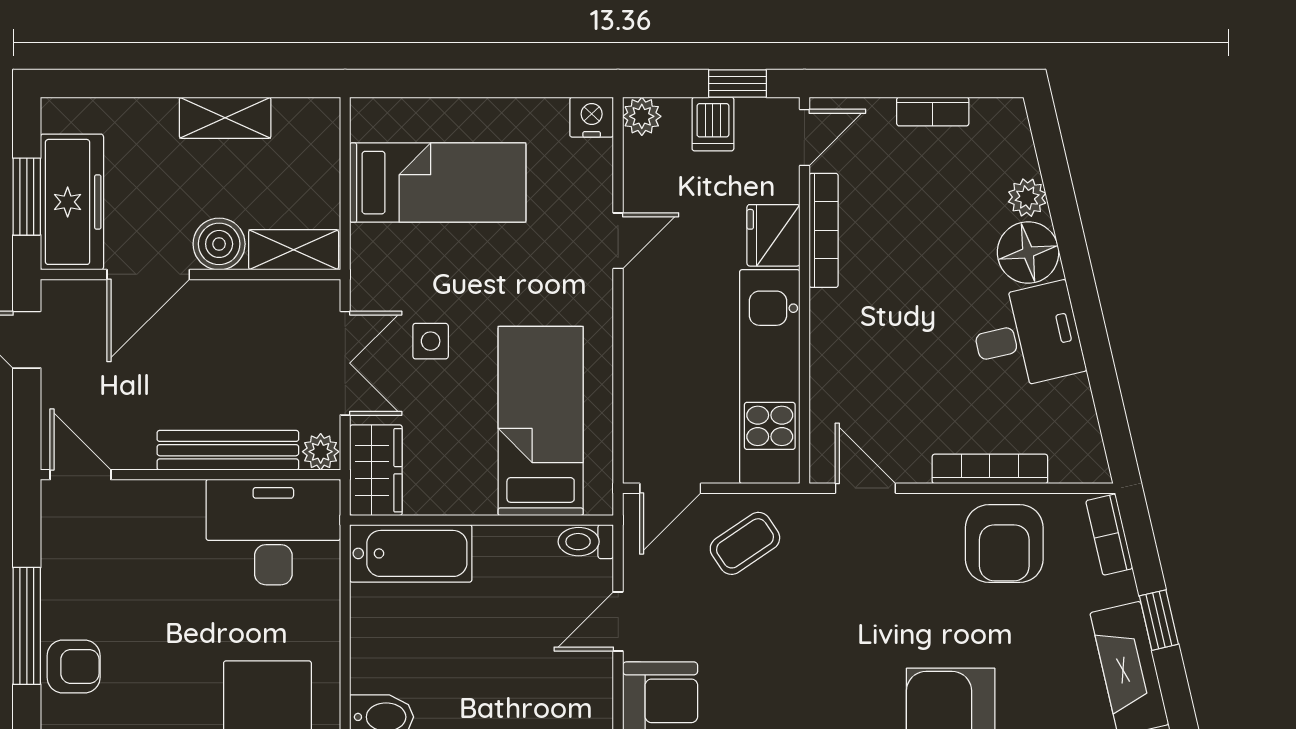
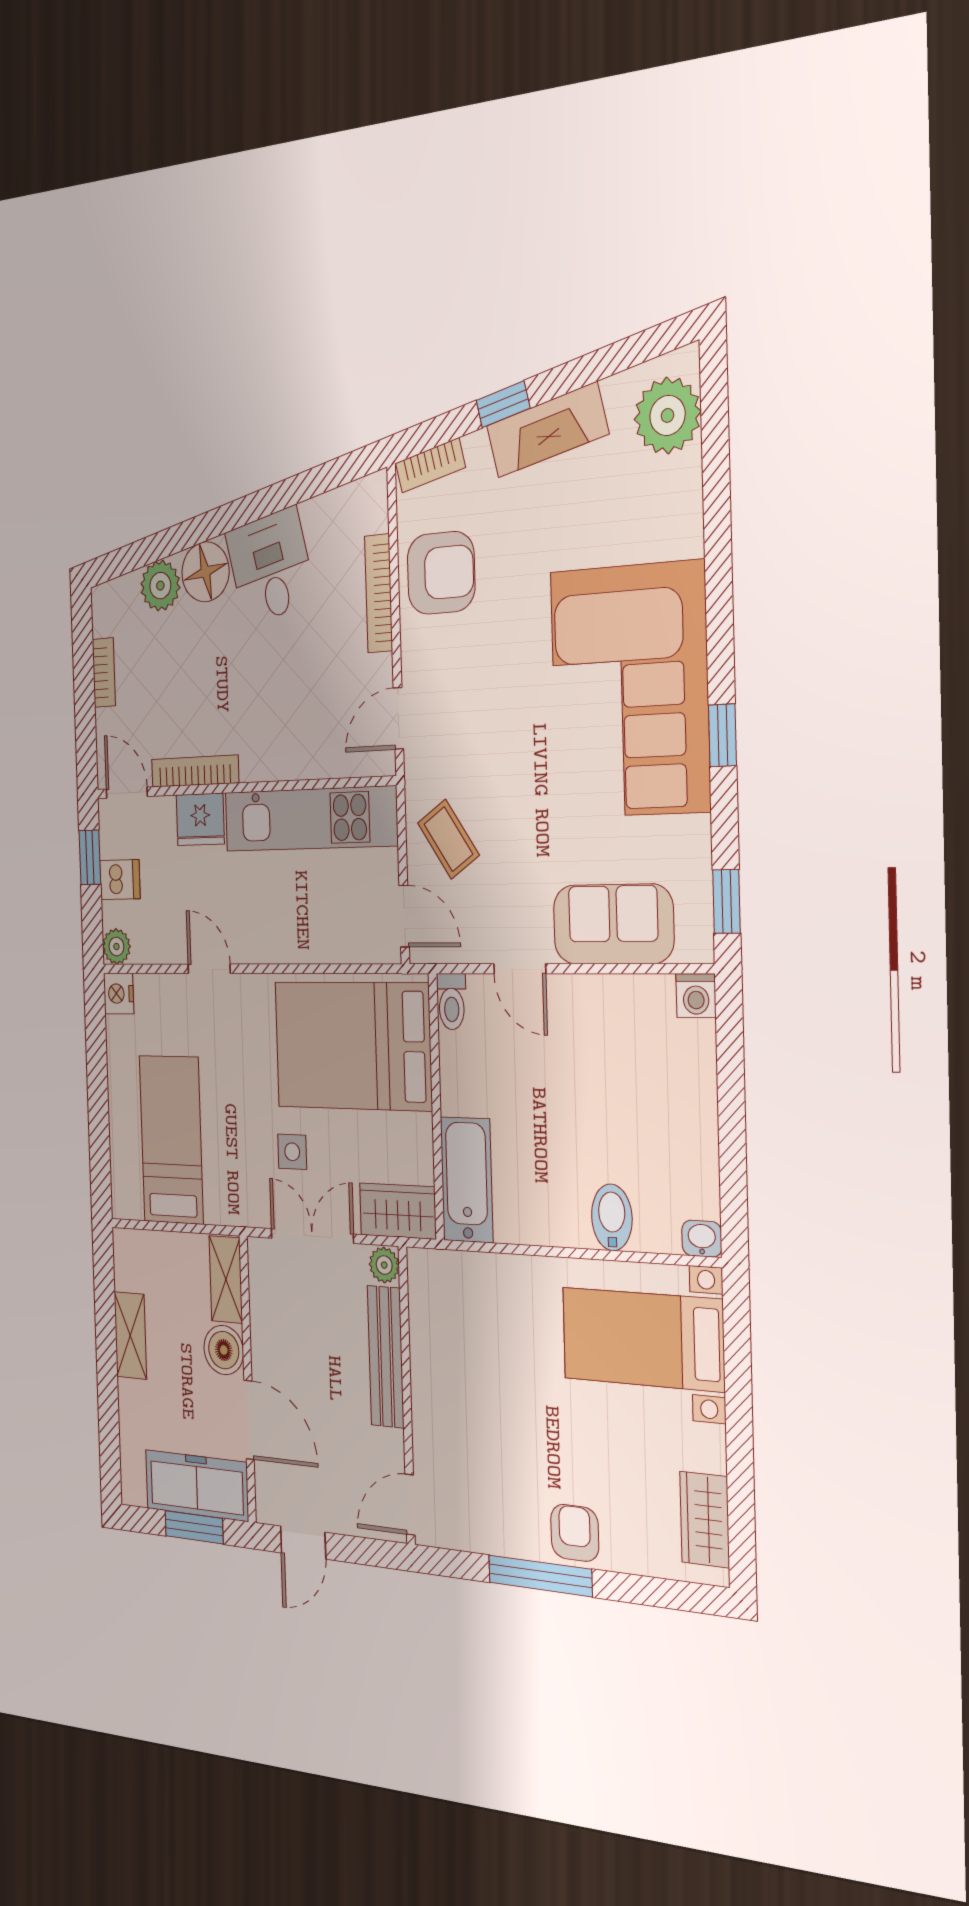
plant: (1027, 198) -> (160, 586), width x1.38, depth x1.38
bed: (541, 421) -> (353, 1046), width x1.50
desk: (273, 532) -> (452, 1317), removed

